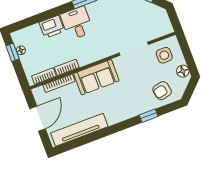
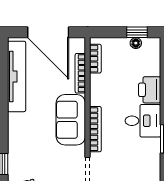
bookcase: (67, 67) -> (95, 129), moved, width x1.56
door: (38, 119) -> (48, 32), width x1.36

